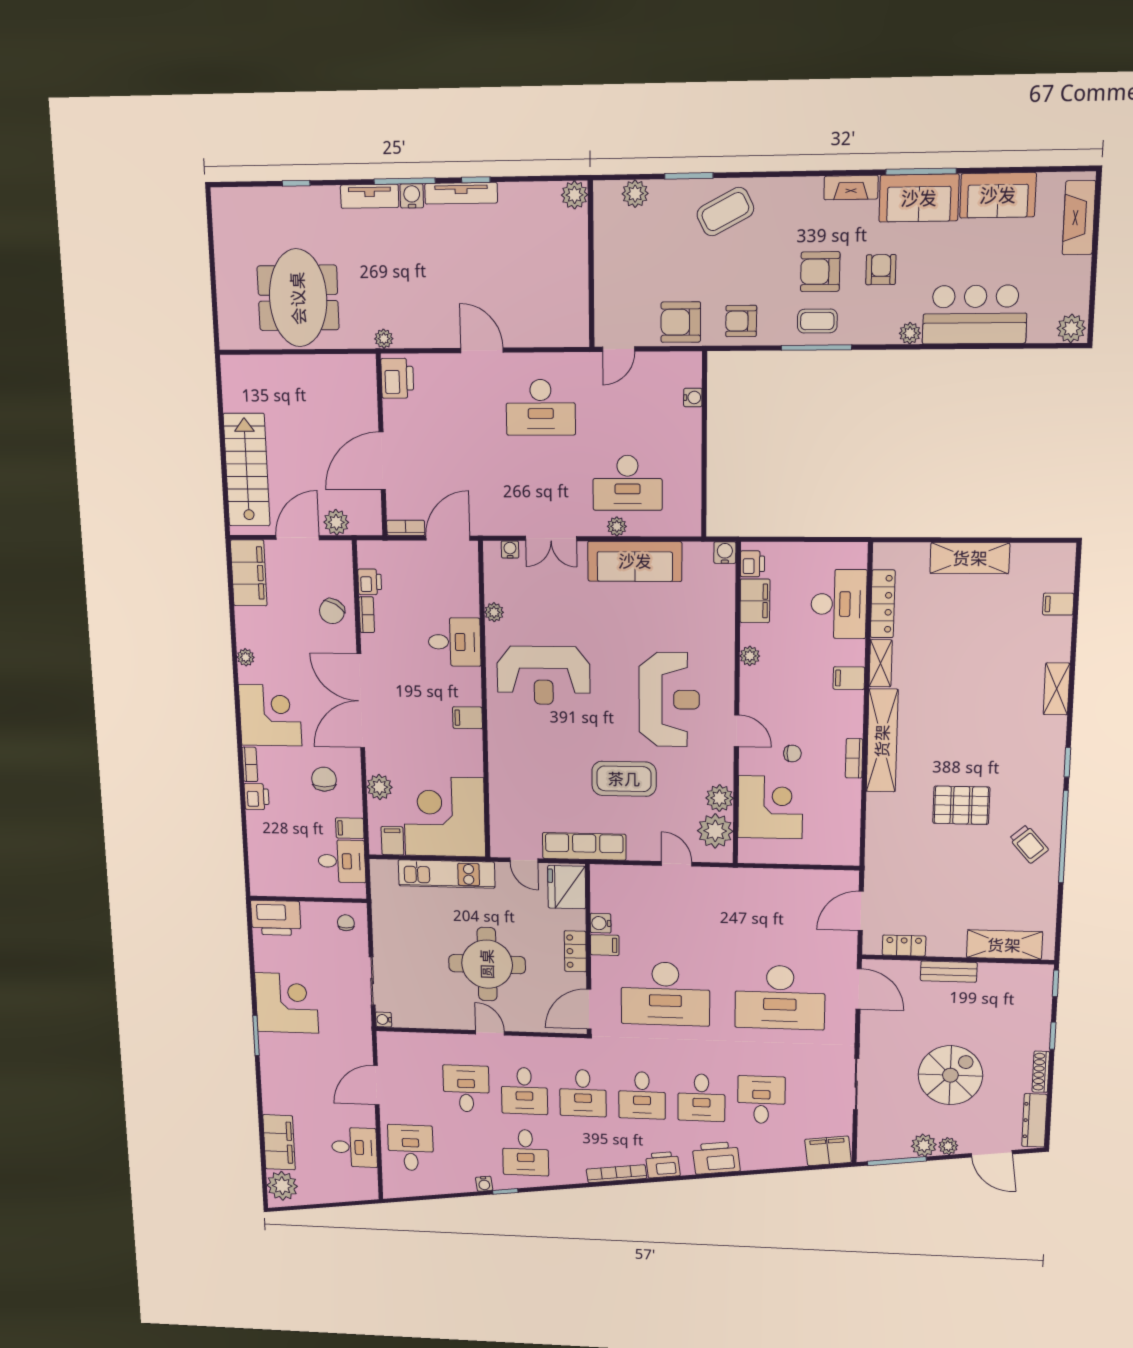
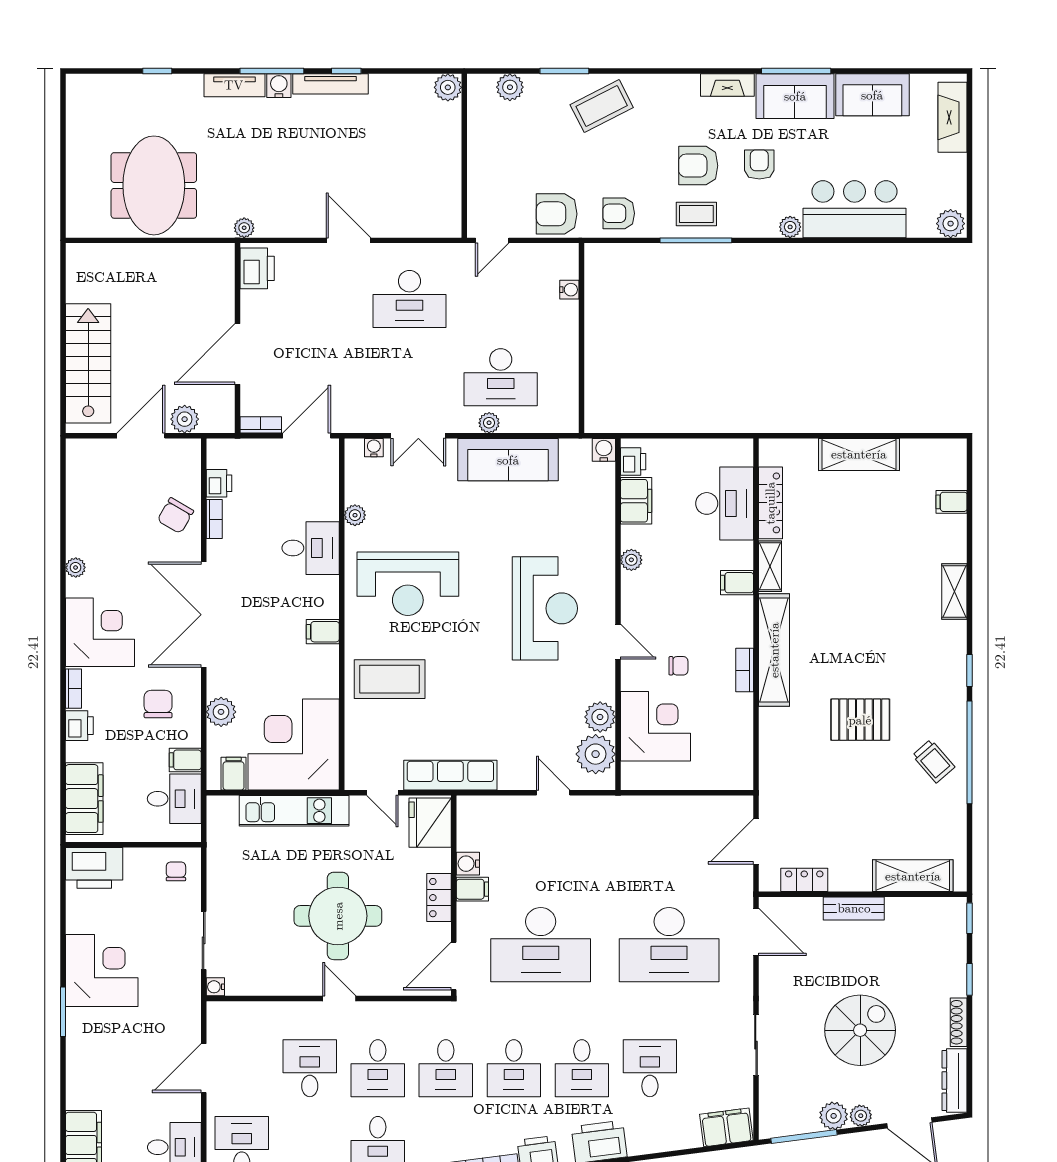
filing cabinet: (249, 573) -> (84, 799), moved
coffee table: (624, 779) -> (390, 679), moved

